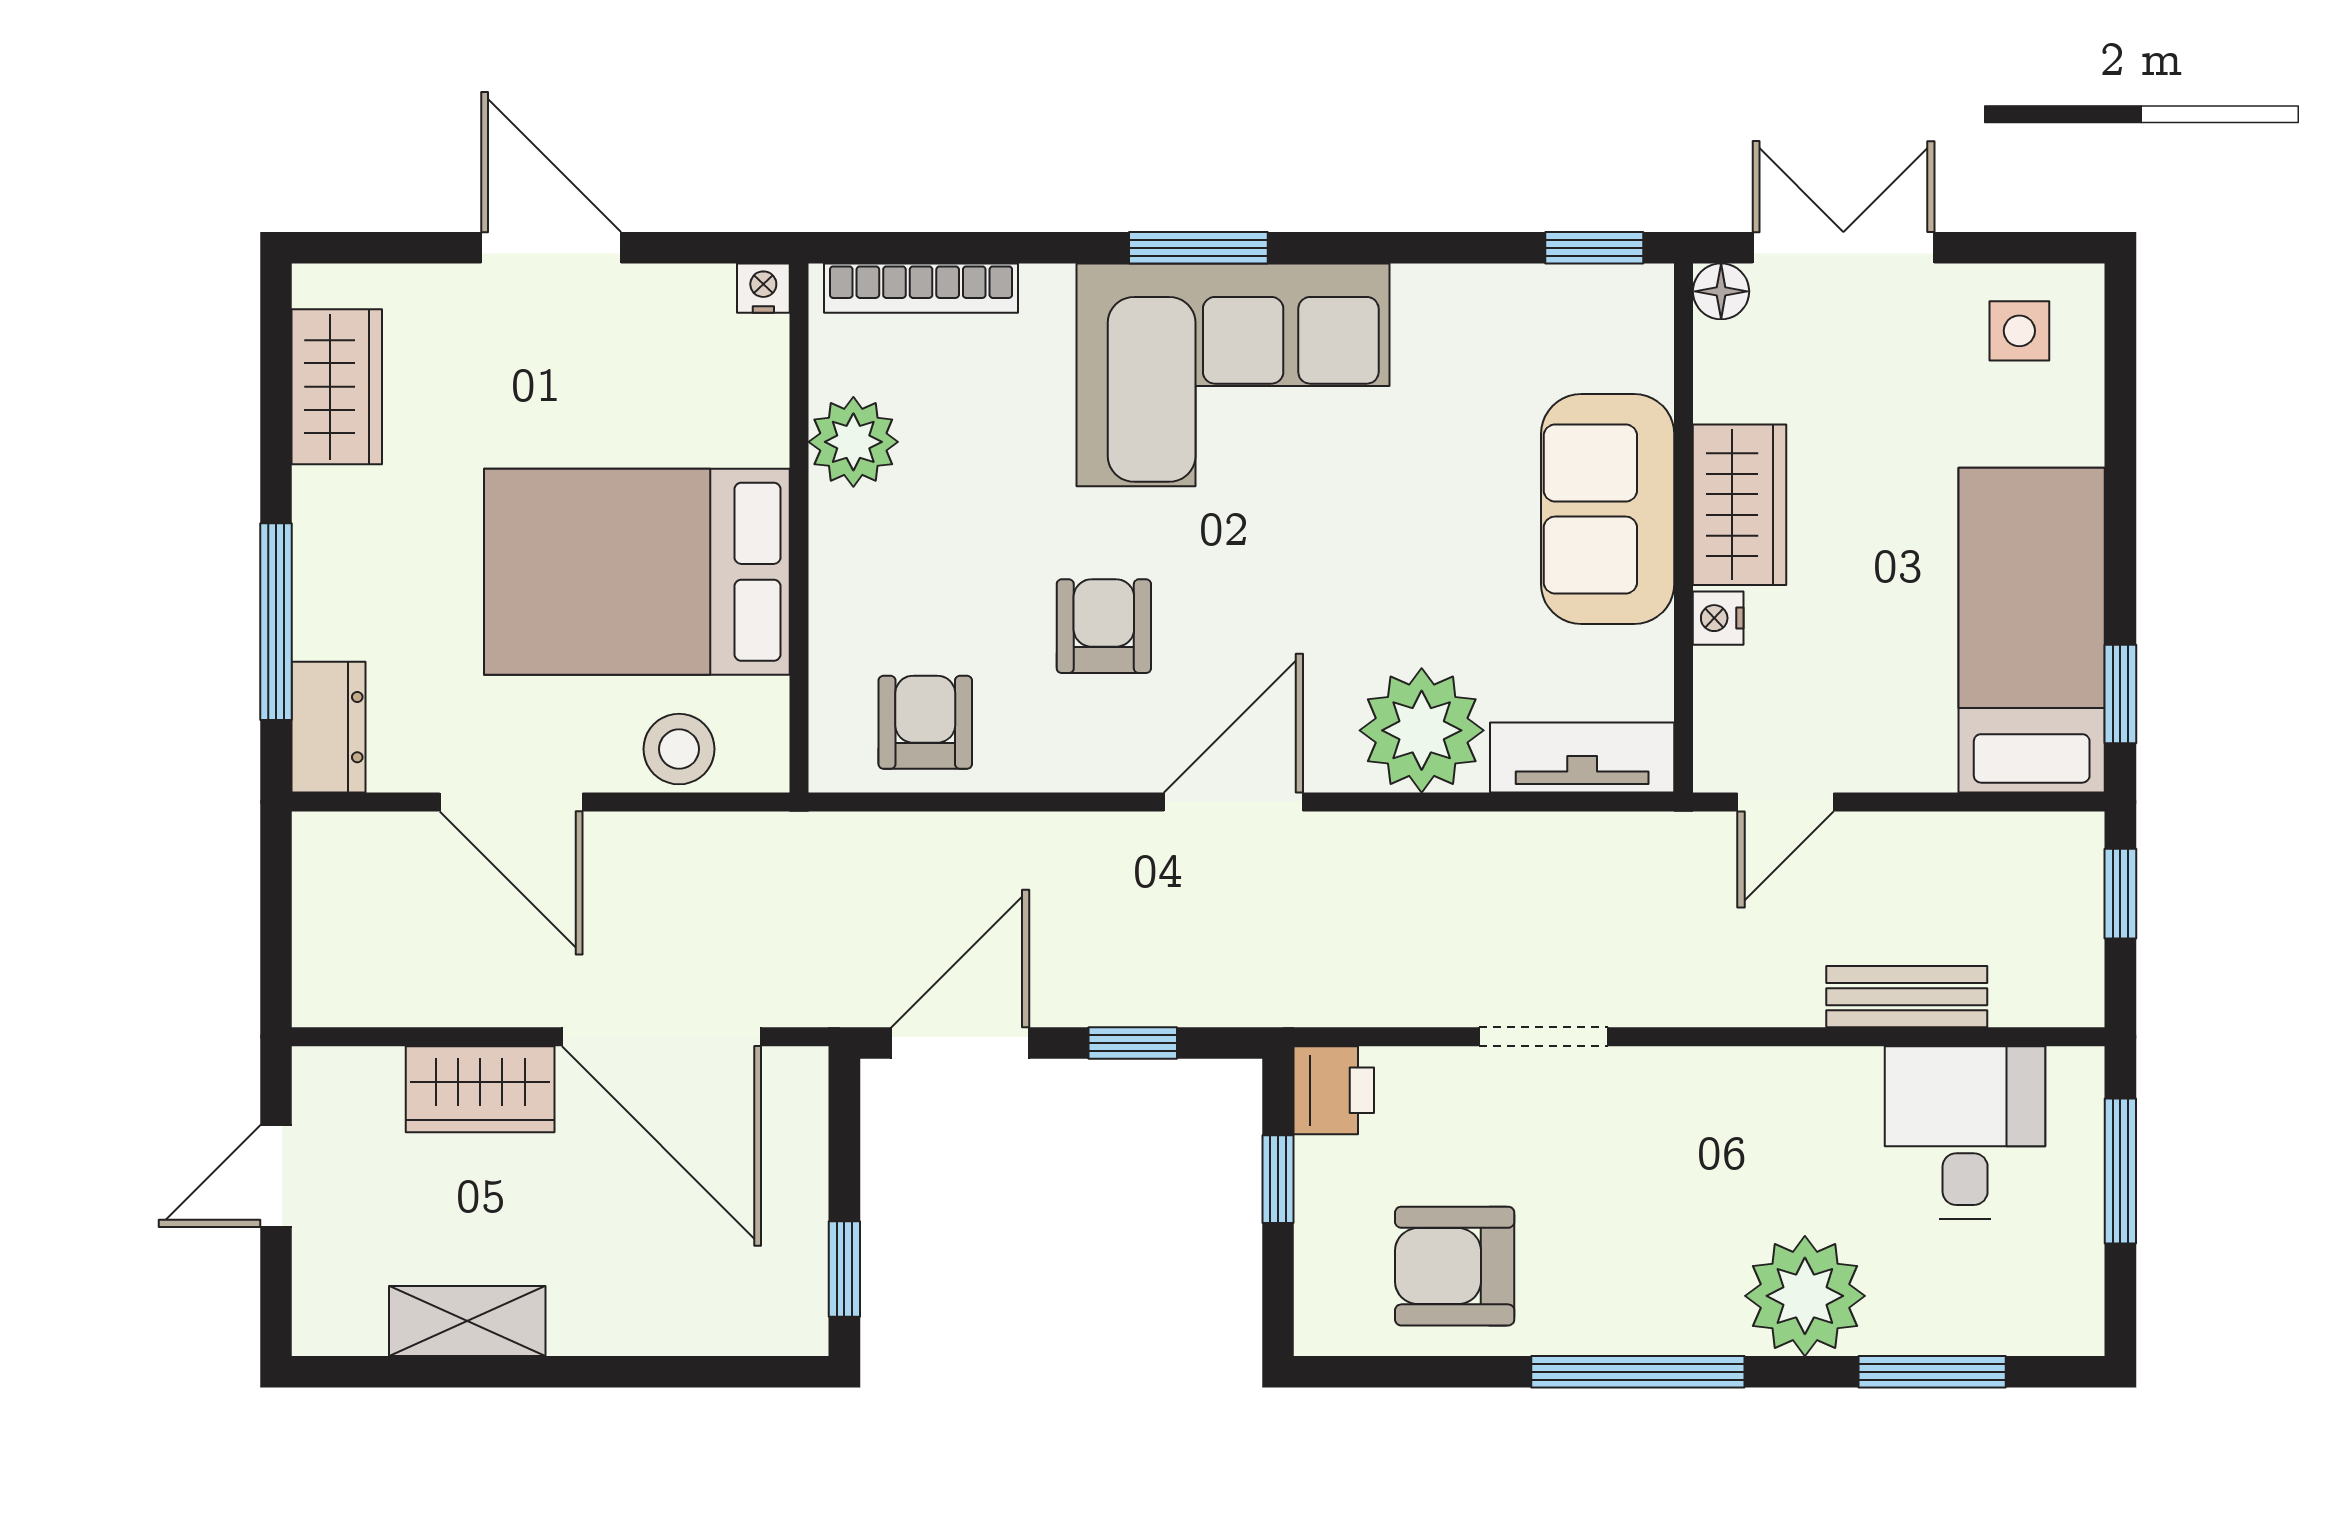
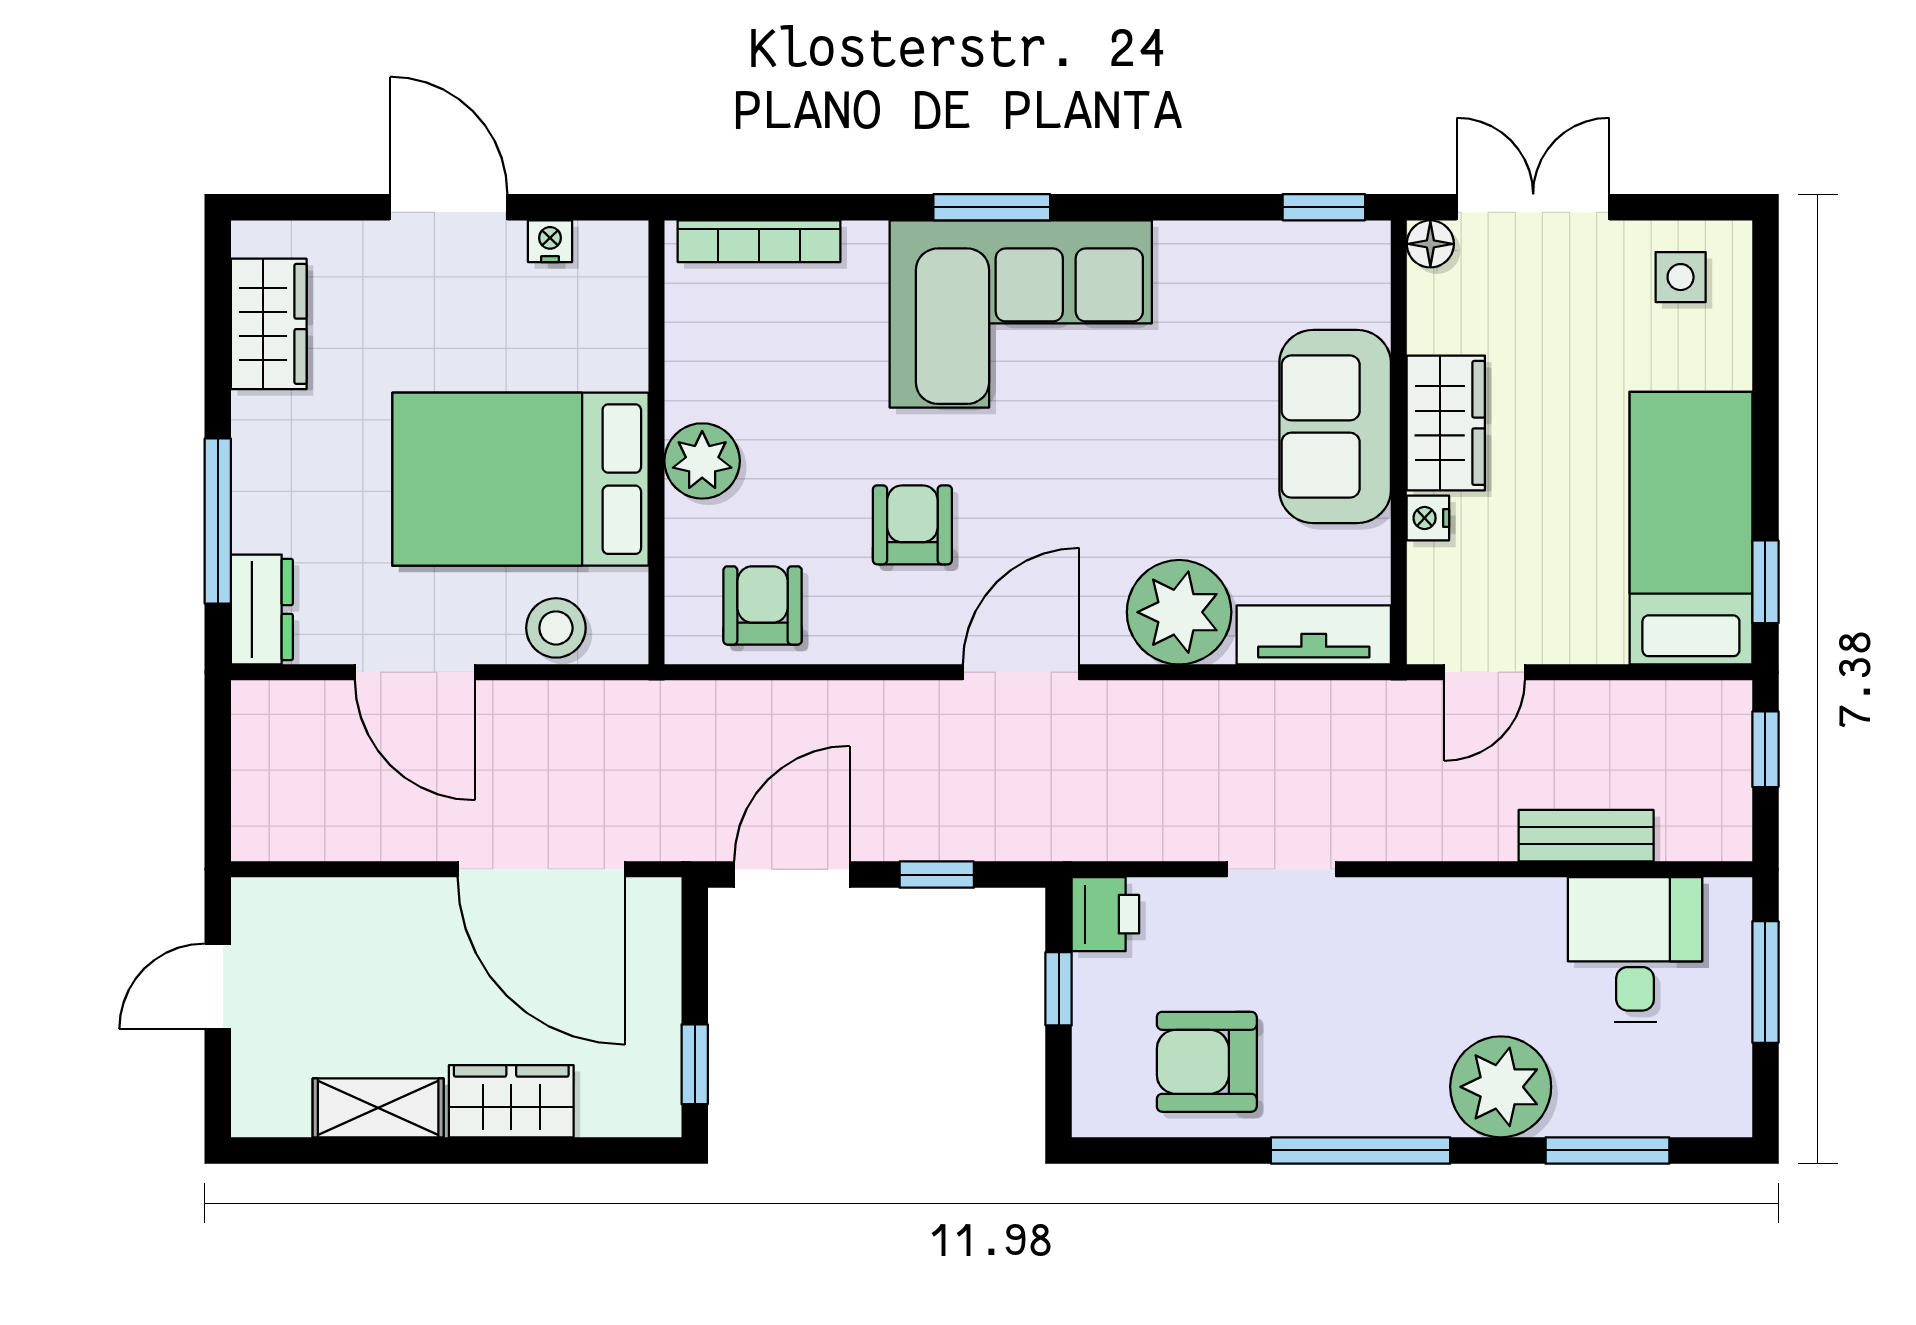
nightstand: (763, 288) -> (550, 241), moved
plant: (853, 442) -> (702, 461), moved
wardrobe: (480, 1089) -> (511, 1101), moved, turned 180

